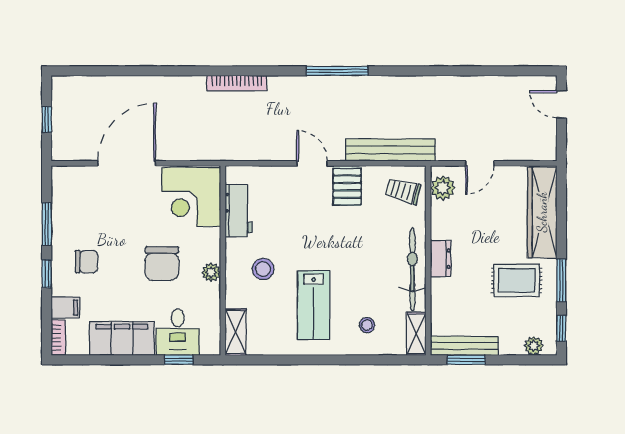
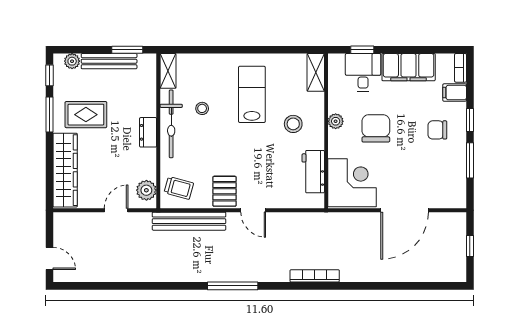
stool: (367, 325) -> (202, 108), moved
bench: (464, 346) -> (109, 61), moved

